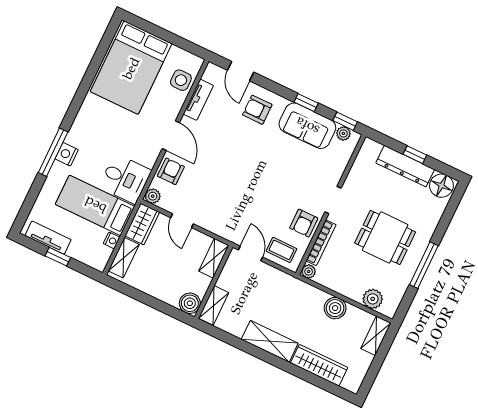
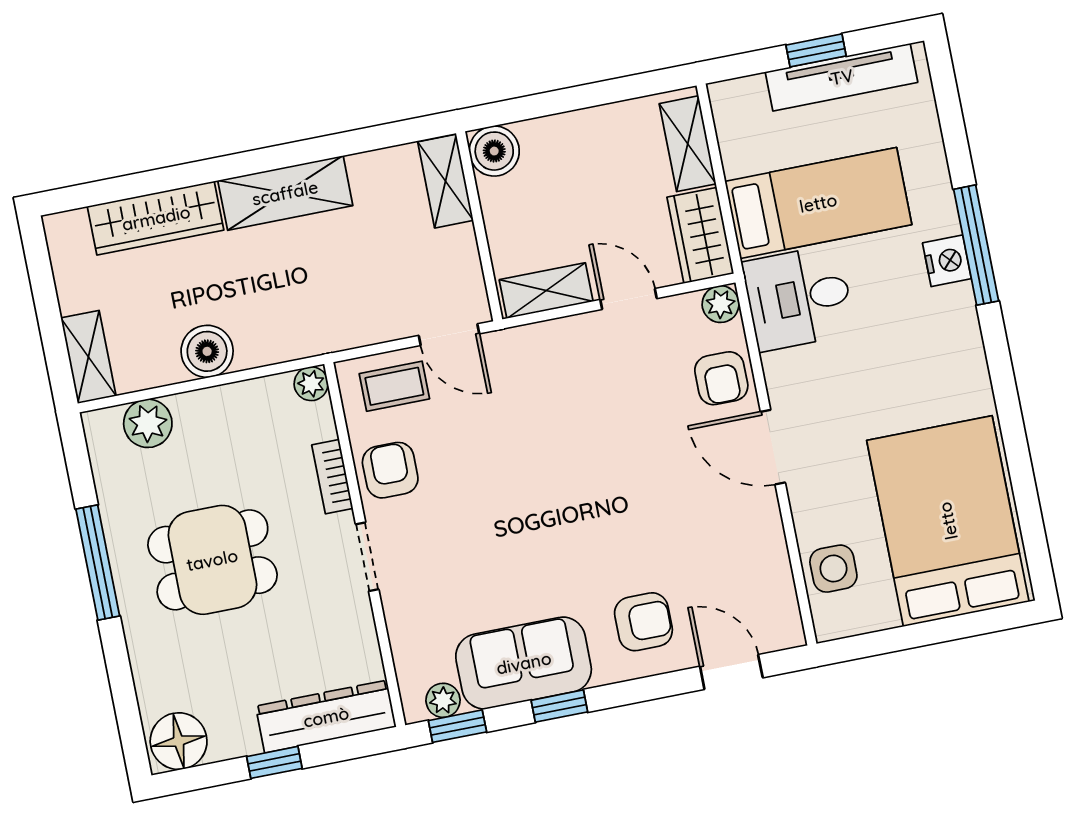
tv unit: (198, 100) -> (772, 556), removed
dresser: (405, 166) -> (326, 717), moved
tv unit: (48, 238) -> (842, 77), width x1.41
nightstand: (112, 240) -> (736, 159), removed
bookcase: (321, 243) -> (332, 477), width x0.64
shelving: (214, 258) -> (546, 291), moved, turned 90

